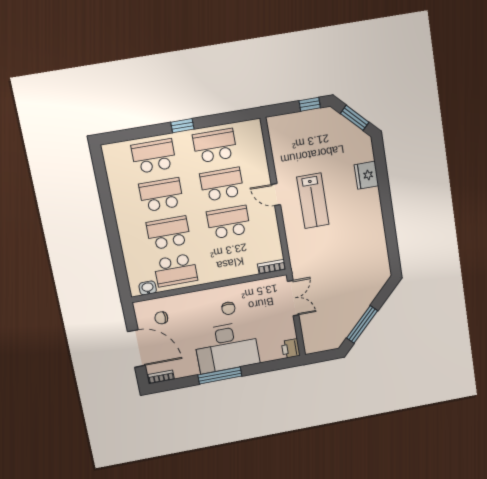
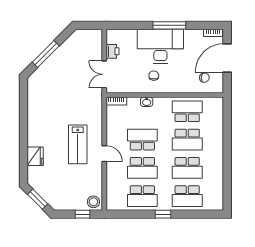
window: (310, 104) -> (82, 214), moved
stool: (280, 127) -> (93, 202), added
lab bench: (313, 201) -> (78, 144), turned 180
school desk: (229, 222) -> (142, 140), turned 180
washbasin: (148, 288) -> (147, 102), moved
window: (362, 324) -> (46, 54), moved
door: (136, 349) -> (227, 58), hinge flipped
printer: (291, 349) -> (112, 51), moved

